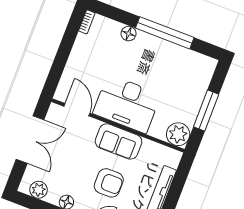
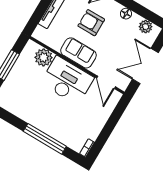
window: (165, 33) -> (45, 139), moved
floor lamp: (129, 34) -> (57, 134), removed
plant: (178, 134) -> (44, 57), moved

